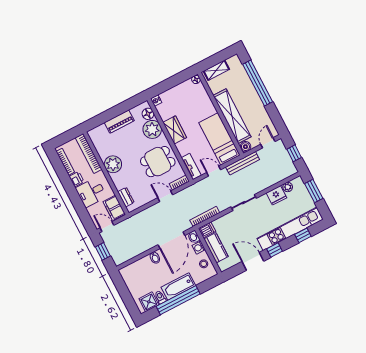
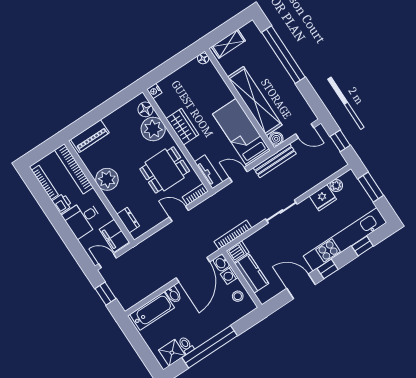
piano: (119, 122) -> (90, 136), moved
door: (268, 143) -> (305, 131), swing flipped
bathtub: (178, 286) -> (152, 311), moved, turned 180

